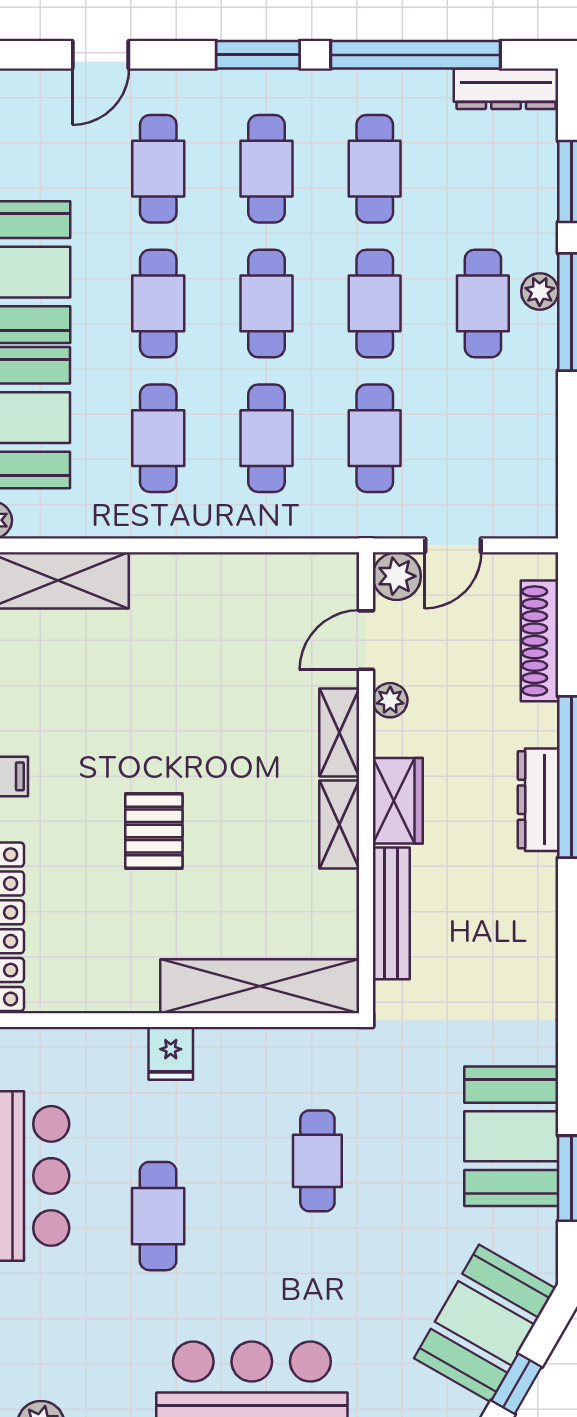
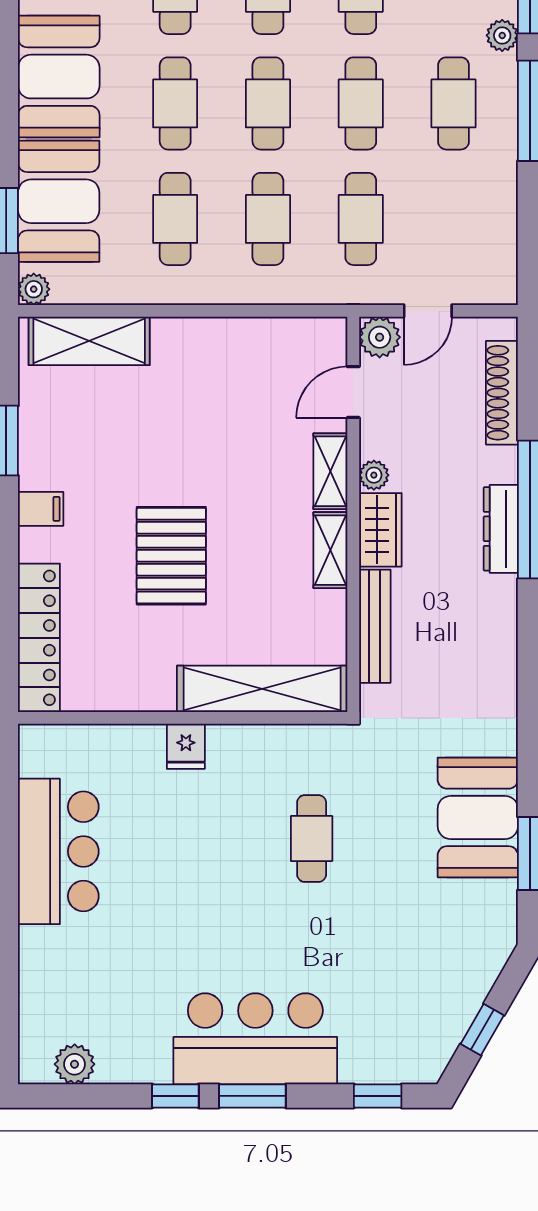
plant: (540, 291) -> (502, 35), moved
plant: (390, 700) -> (374, 475), moved
pallet: (154, 831) -> (171, 556), width x1.50, depth x1.42
cafe table: (158, 1216) -> (175, 886), removed
booth: (485, 1323) -> (455, 978), removed

